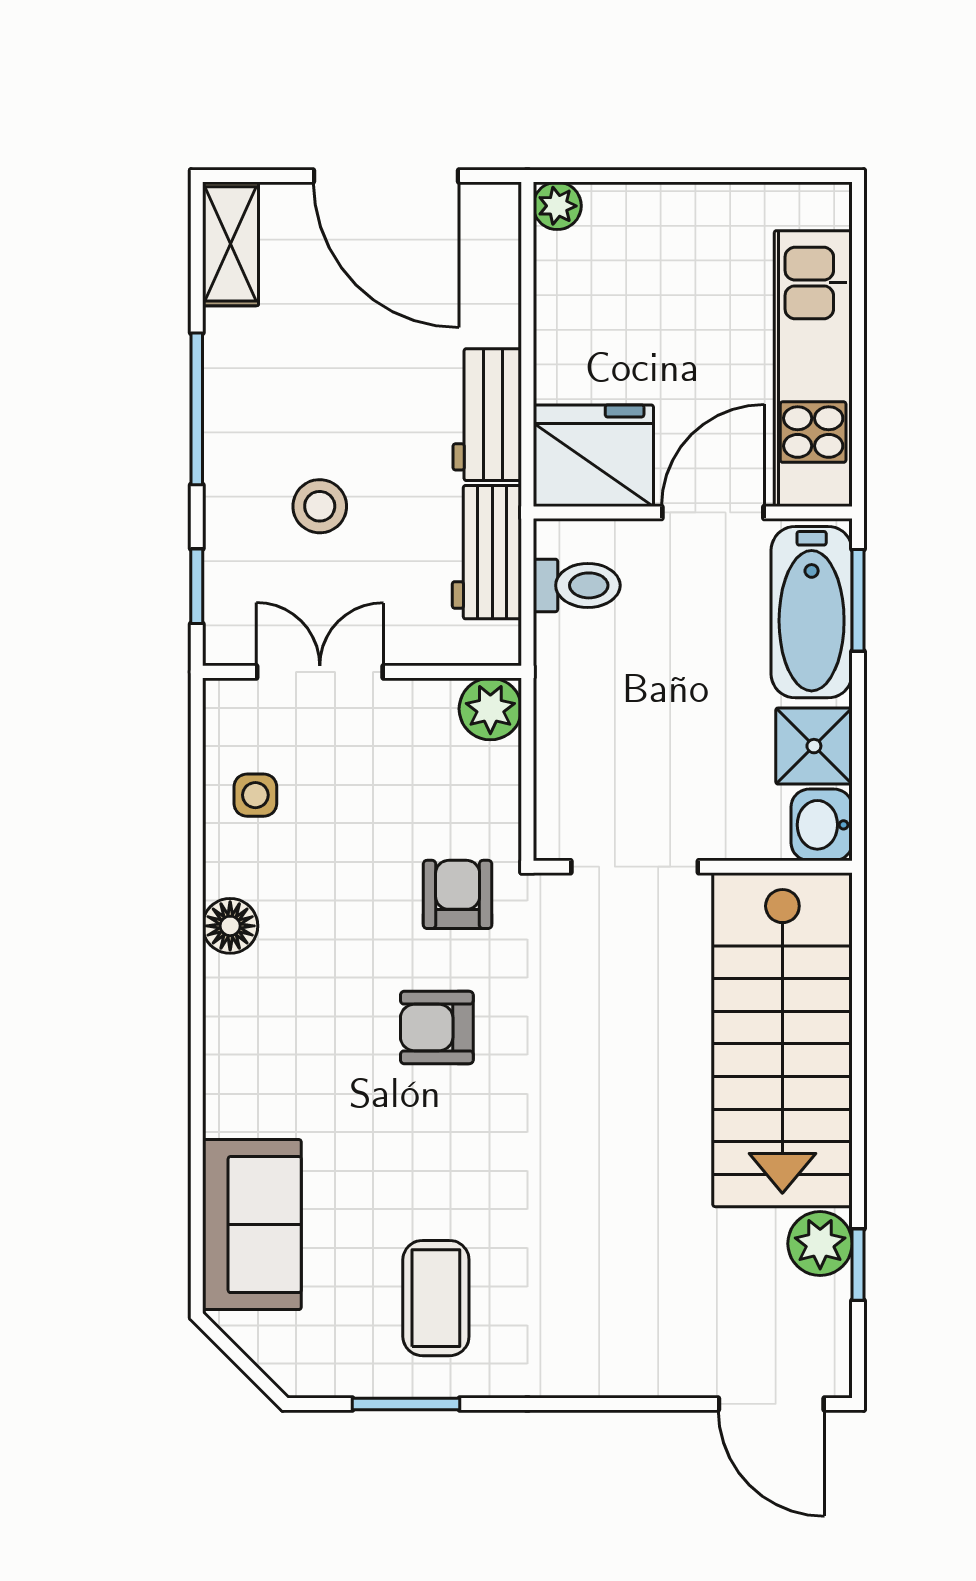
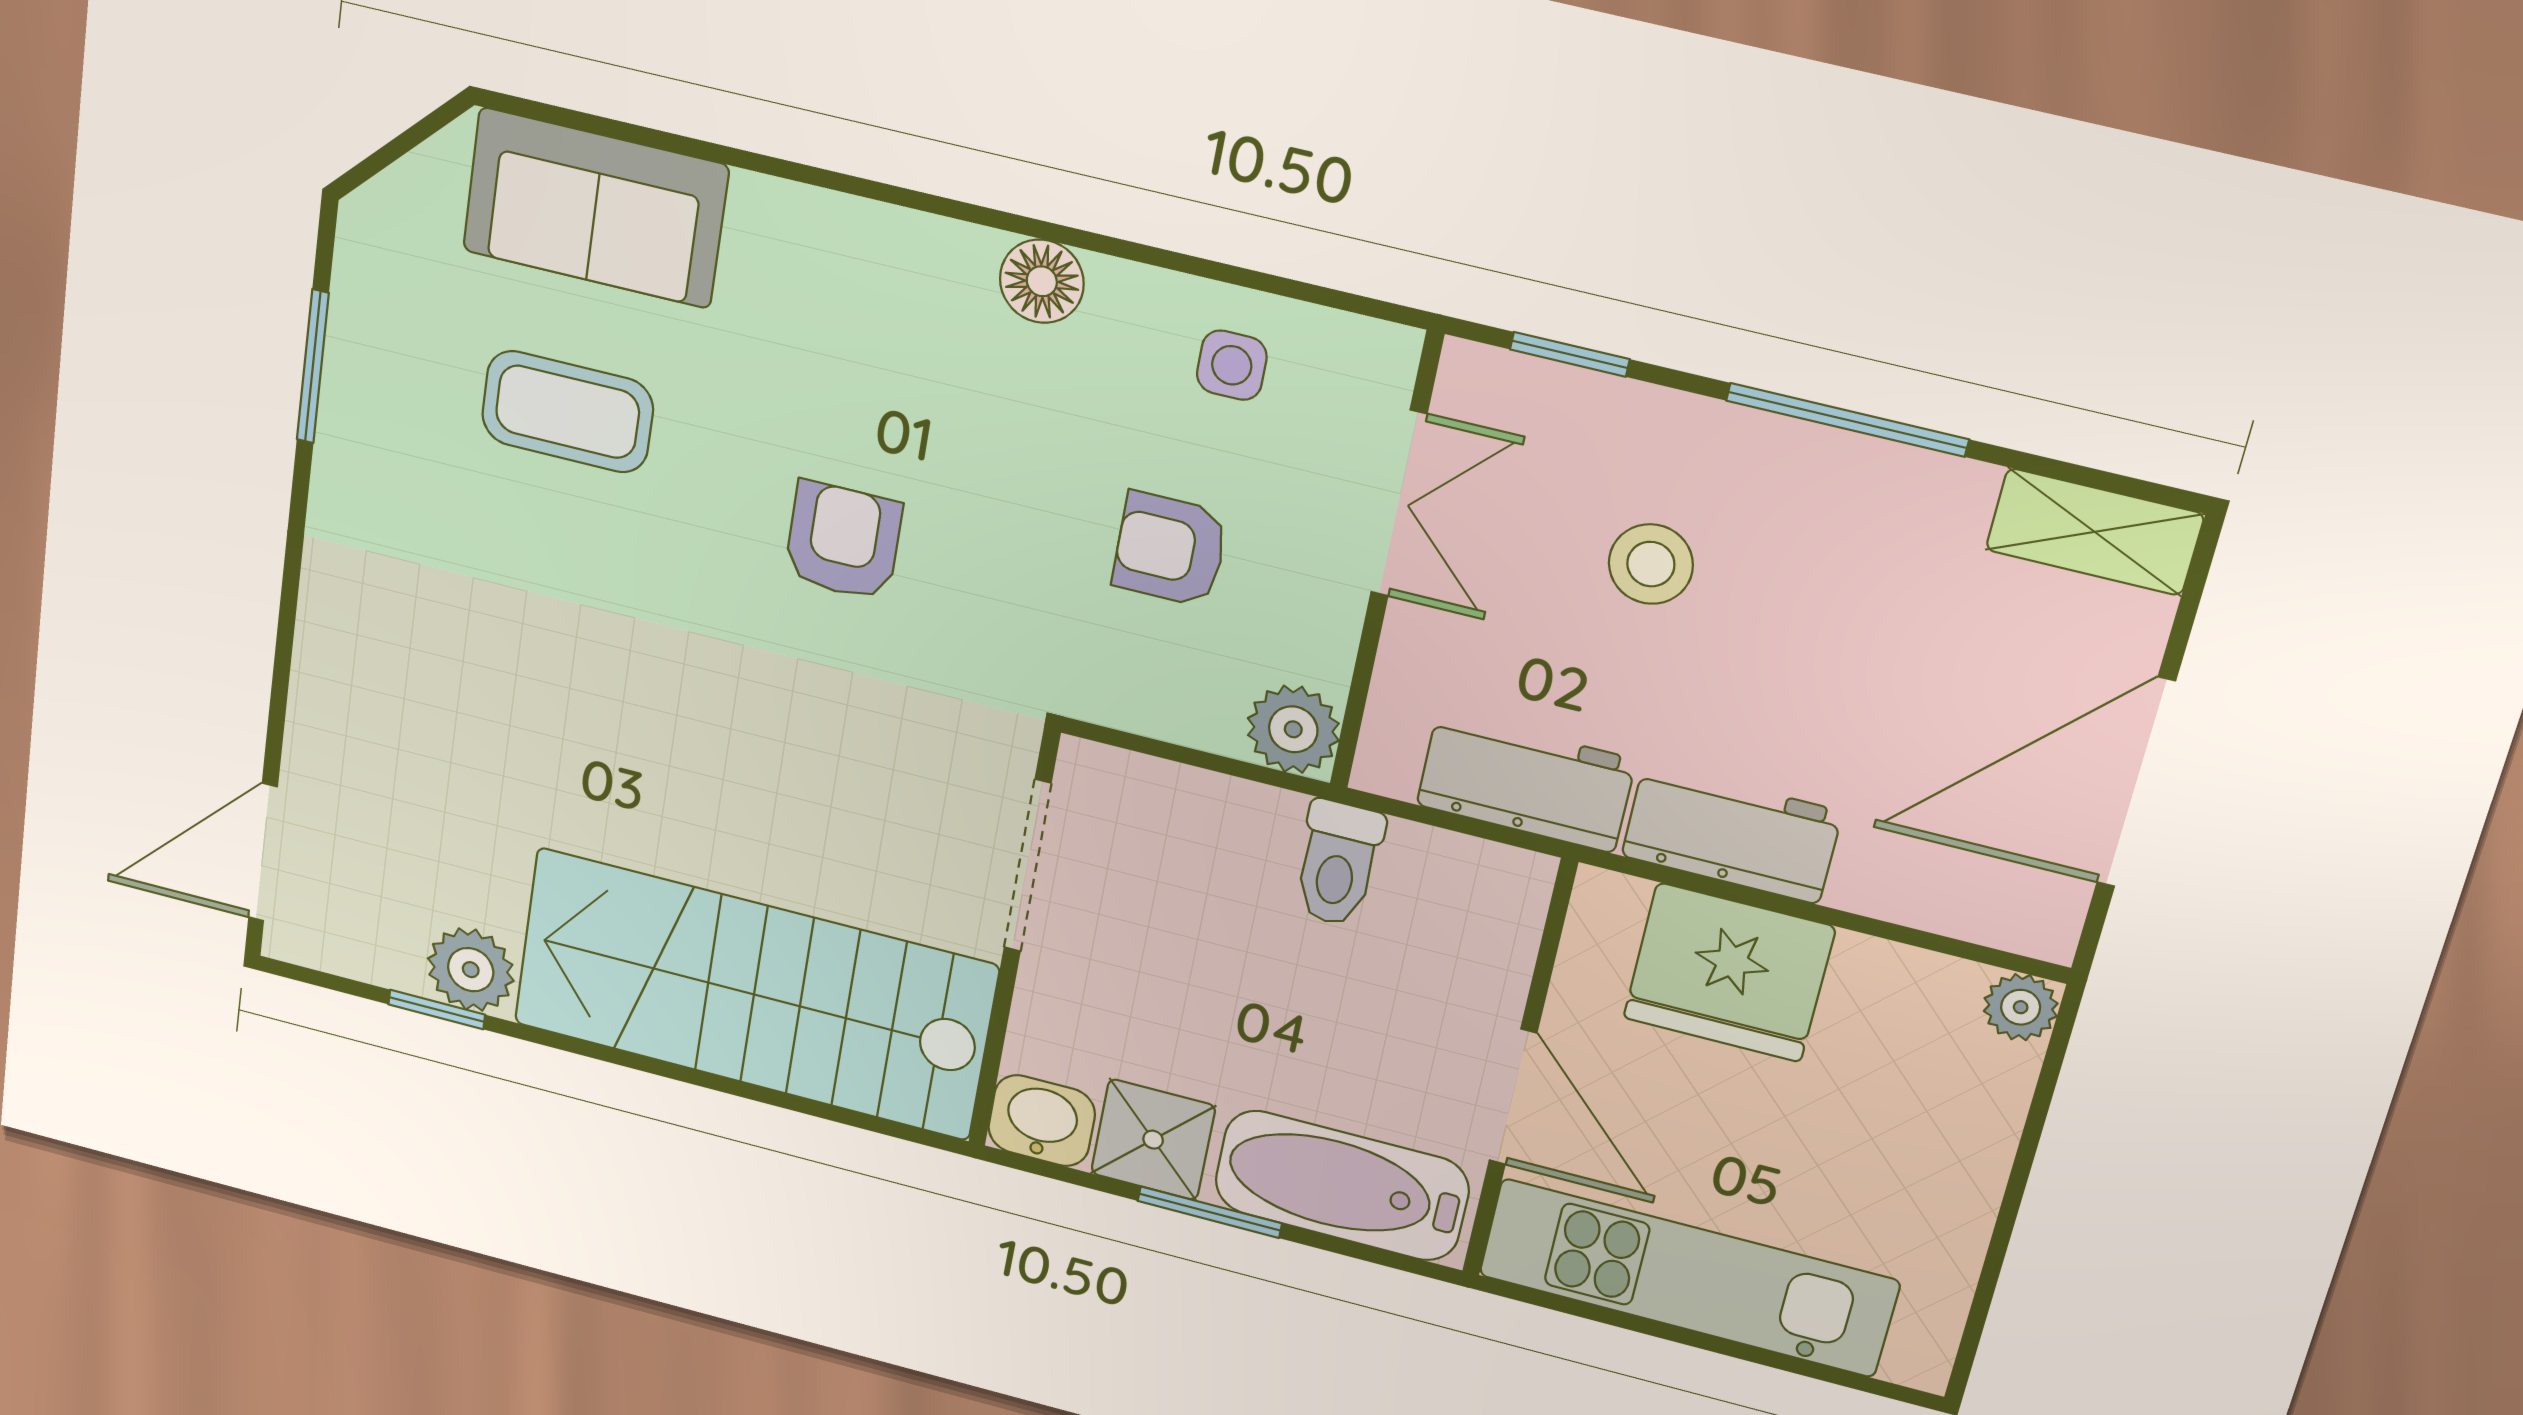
fridge: (593, 456) -> (1729, 973), moved, turned 90
toilet: (577, 585) -> (1338, 863), moved
window: (858, 600) -> (1210, 1212), moved
armchair: (458, 894) -> (1170, 549), moved, turned 180
coffee table: (436, 1298) -> (568, 412), moved

